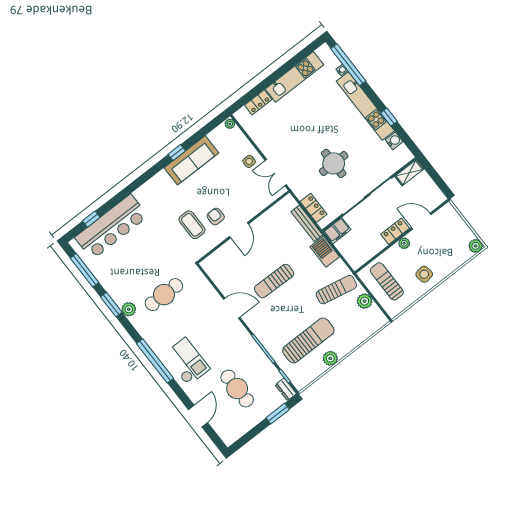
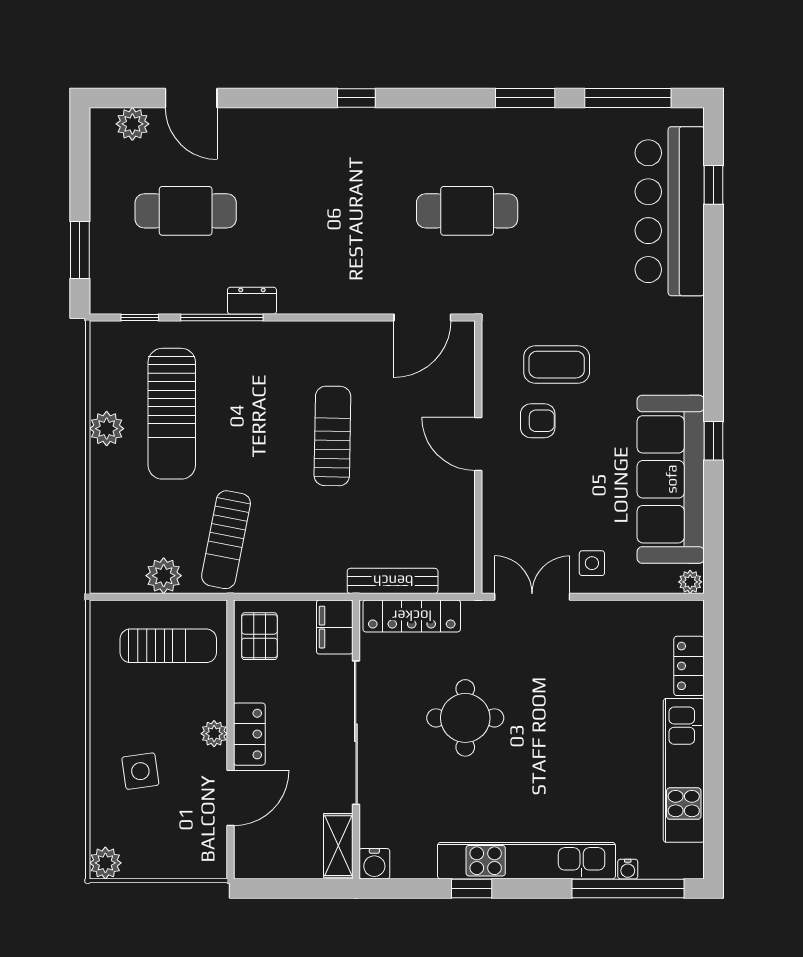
water cooler: (394, 141) -> (374, 864), moved
sofa: (191, 160) -> (671, 479), width x1.36, depth x1.27
locker: (314, 208) -> (412, 616), width x1.53
barbecue: (325, 252) -> (314, 573), removed
pallet: (360, 253) -> (259, 636), added
side table: (424, 274) -> (140, 771), moved
cafe table: (164, 295) -> (467, 211), turned 90
door: (232, 308) -> (422, 318), moved
plant: (129, 309) -> (132, 124), moved
window: (155, 361) -> (356, 98), width x0.32
checkout: (187, 362) -> (309, 156), removed
dresser: (286, 389) -> (252, 301), moved

